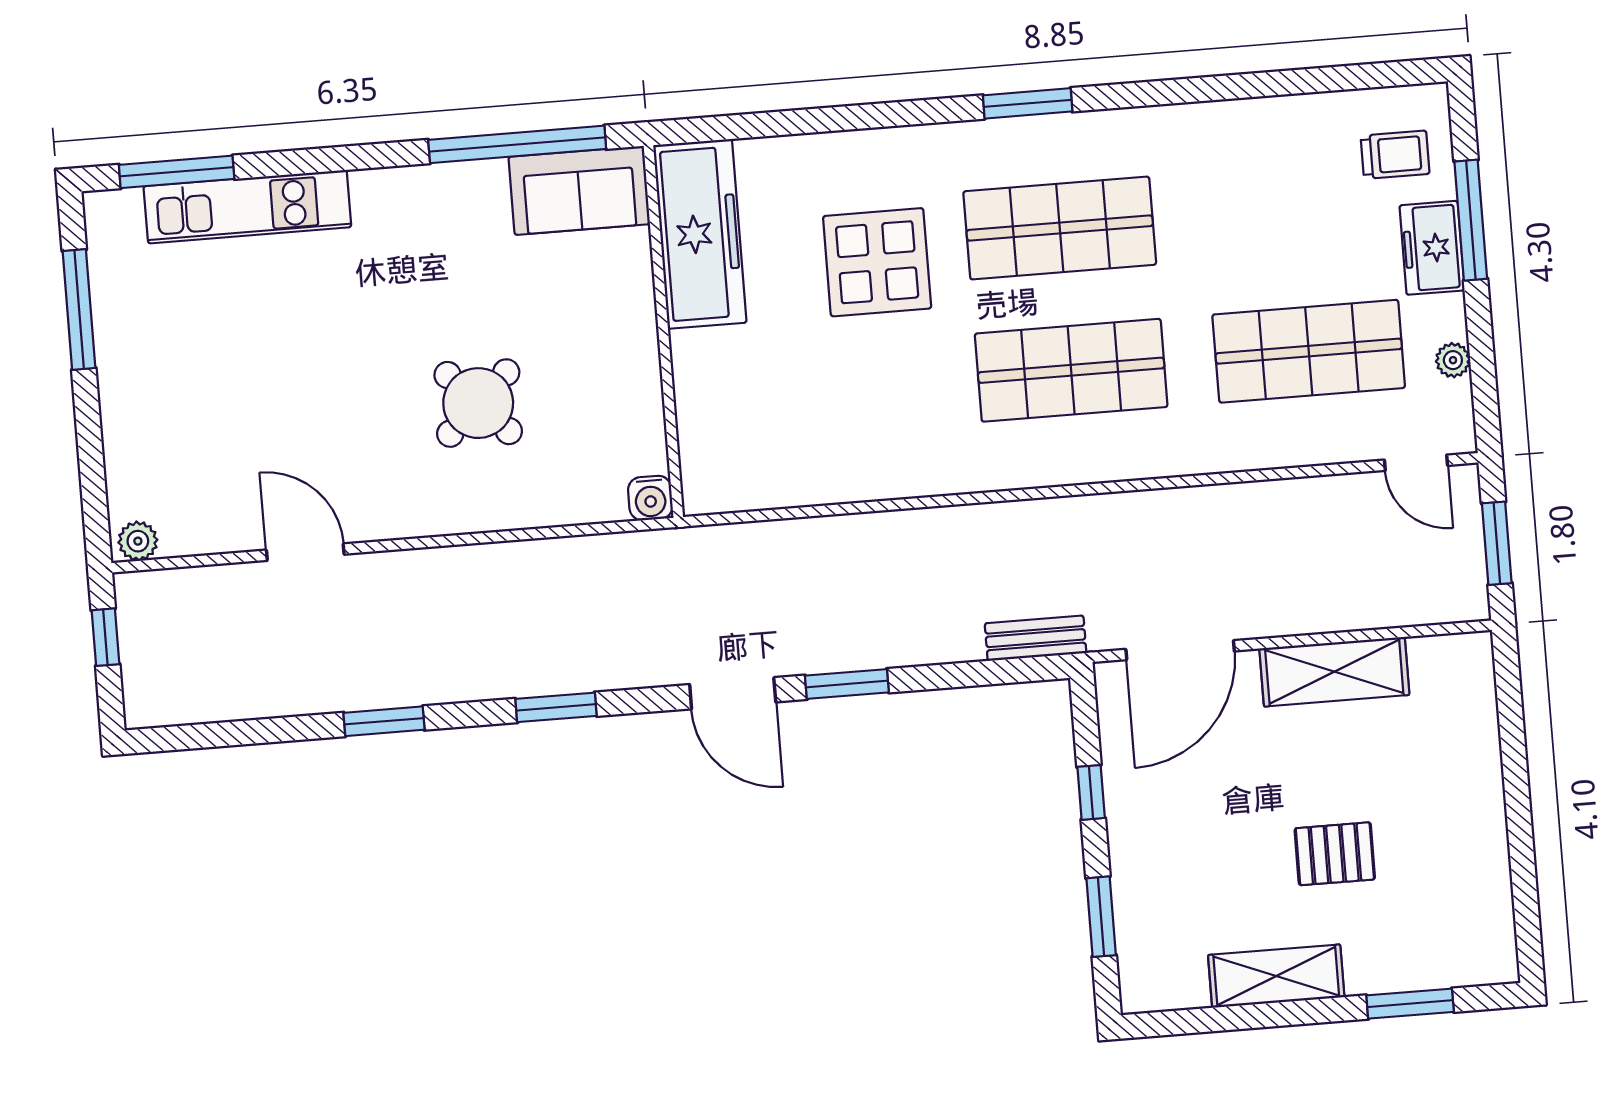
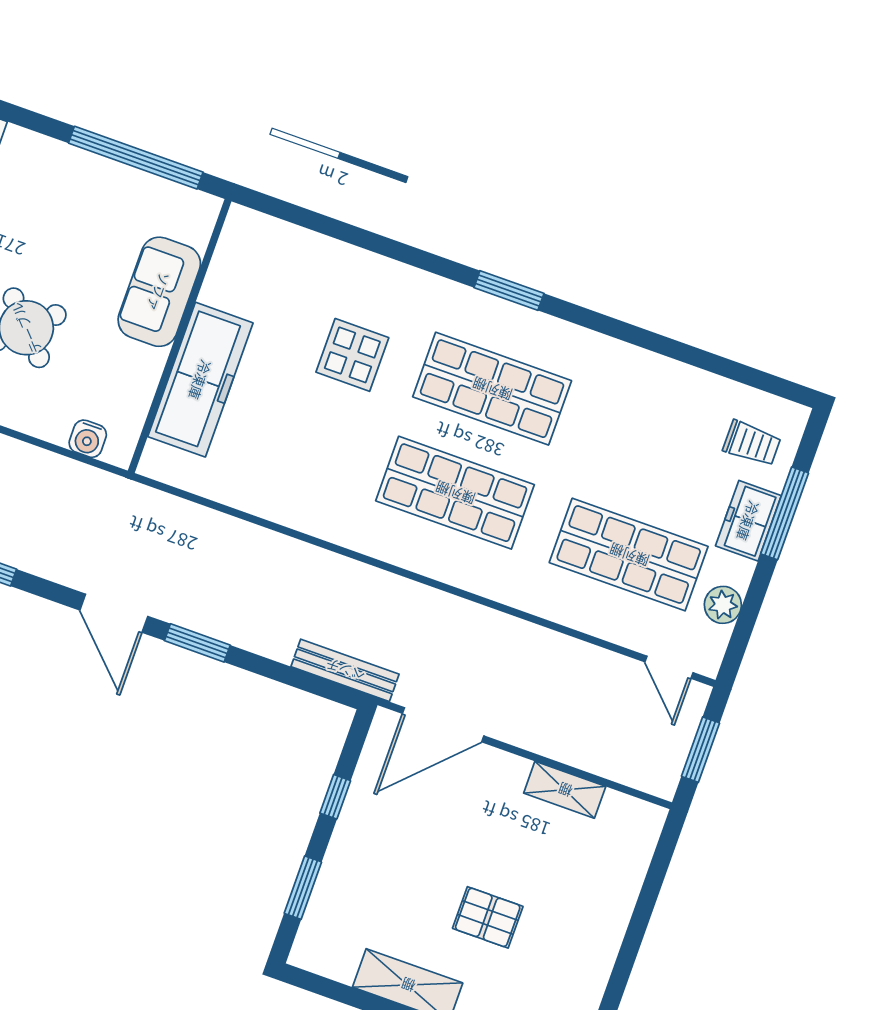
sofa: (579, 190) -> (159, 292), moved, turned 90
freezer: (700, 234) -> (200, 380), moved
display table: (877, 262) -> (352, 355), width x0.73, depth x0.73
plant: (1453, 360) -> (723, 605), width x1.38, depth x1.38
water cooler: (650, 498) -> (88, 439), moved
bench: (1036, 638) -> (345, 670), width x1.36
shelving: (1334, 672) -> (565, 790), width x0.67, depth x0.75

